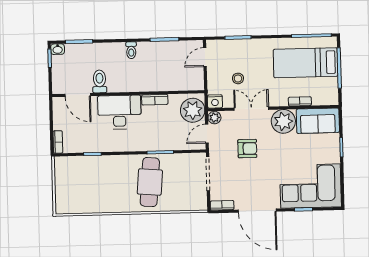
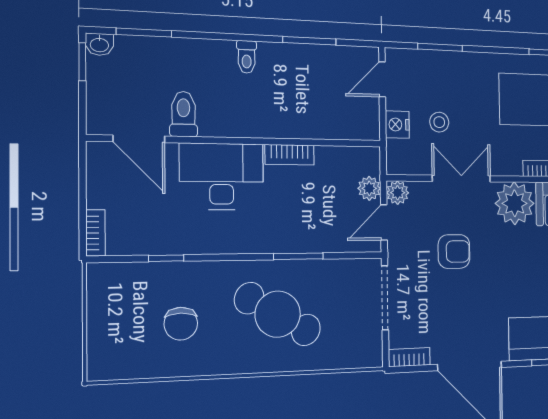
nightstand: (215, 101) -> (397, 125), moved, turned 90
plant: (193, 110) -> (369, 188), width x0.53, depth x0.53
cafe table: (150, 182) -> (278, 314), turned -65
chair: (100, 187) -> (181, 324), added

